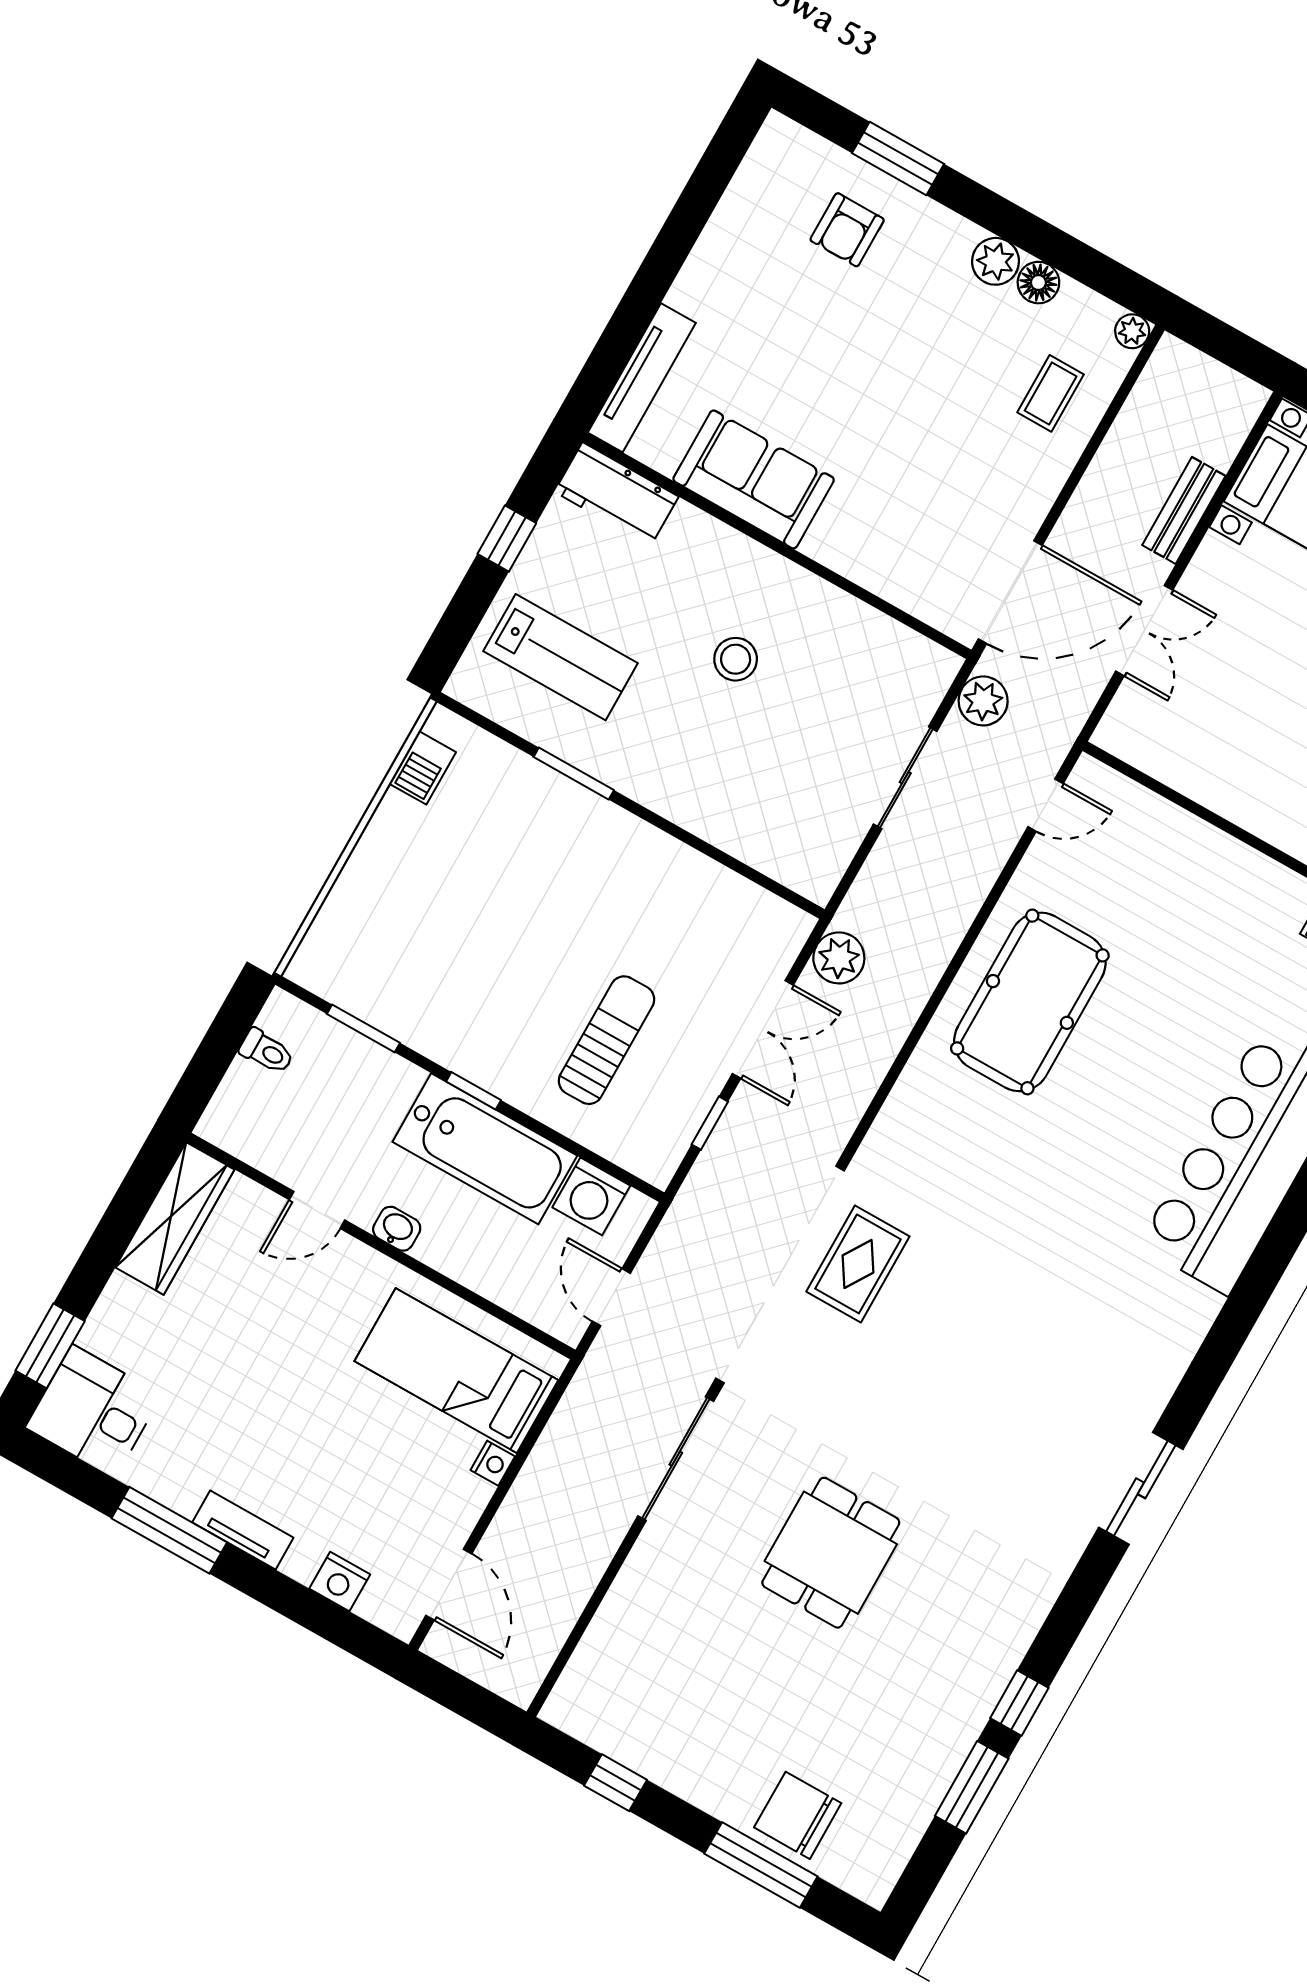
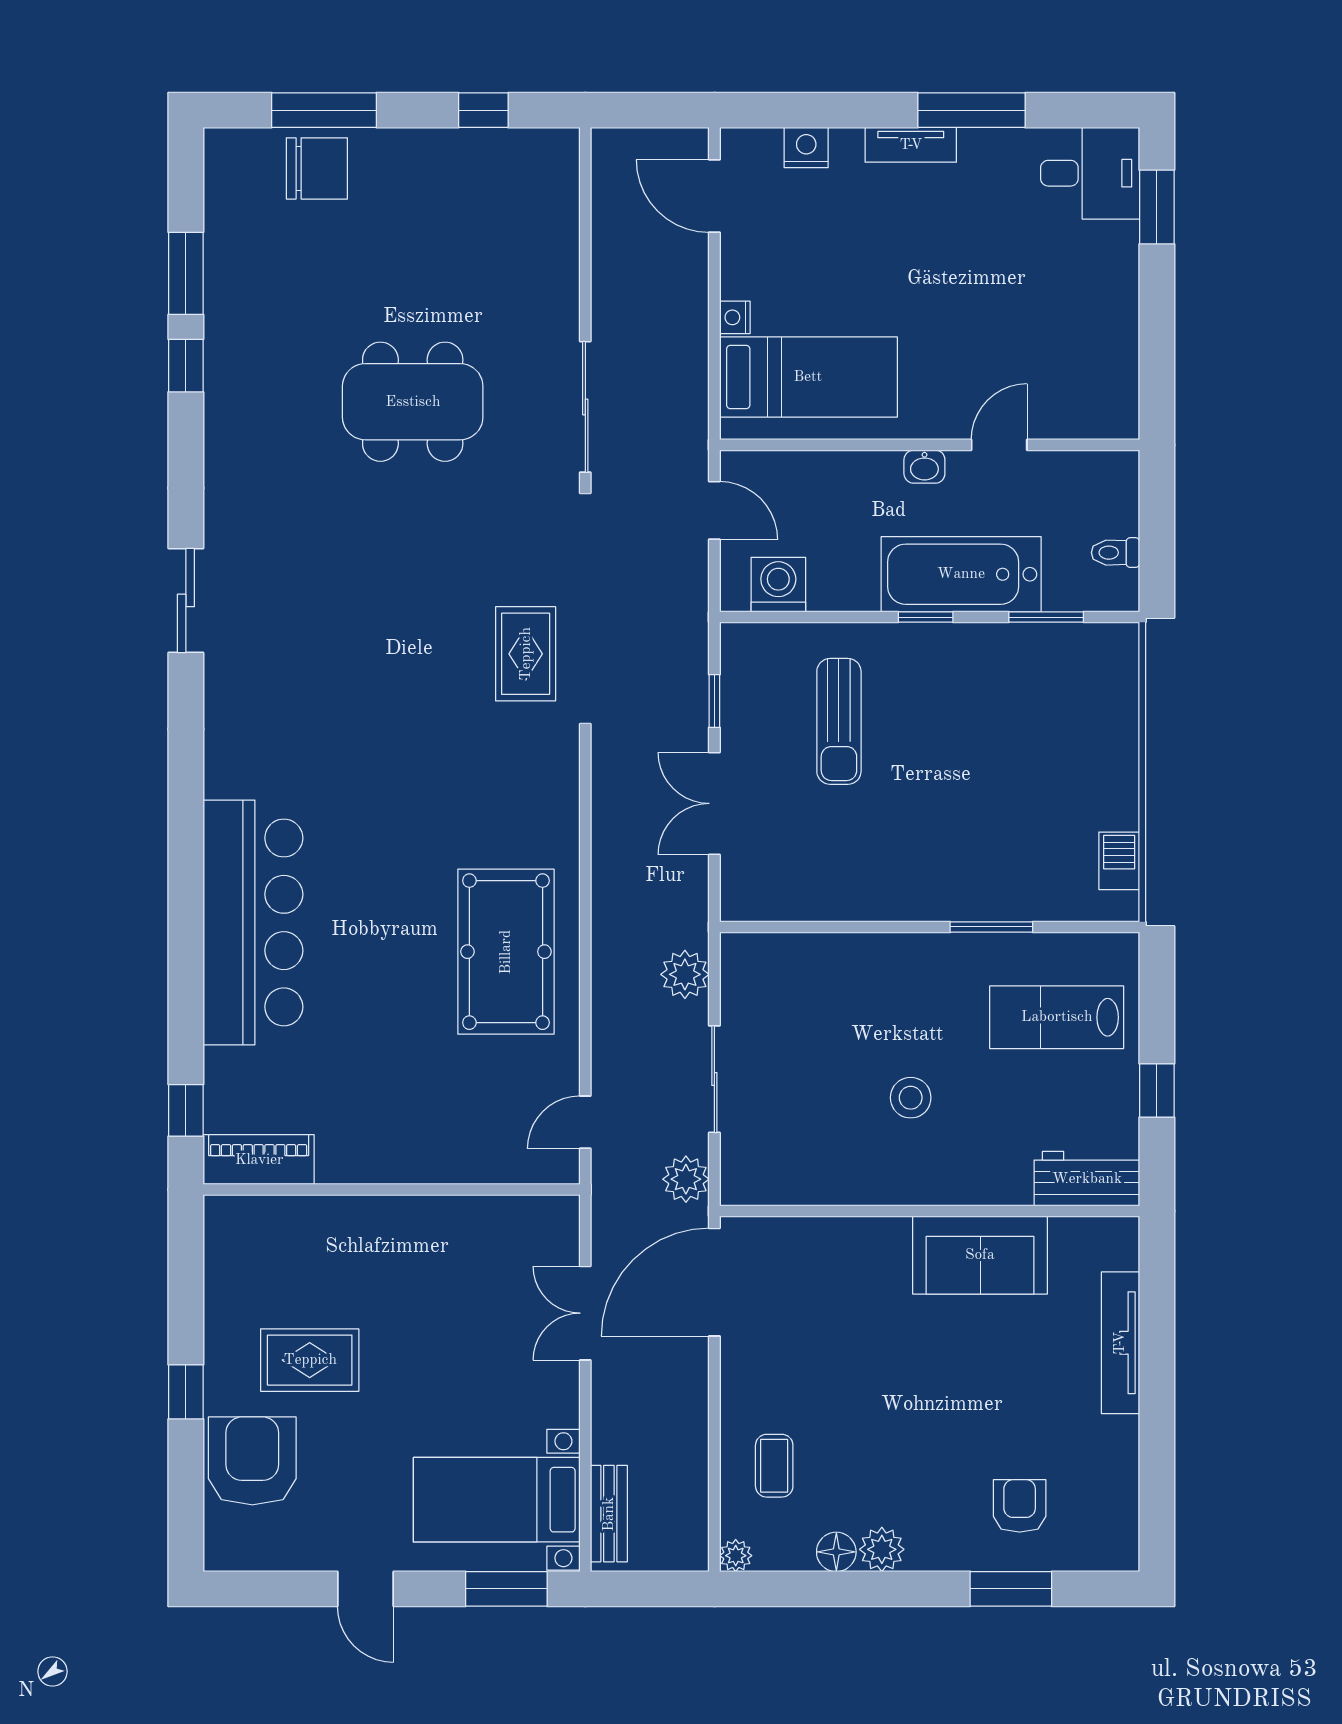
tv unit: (642, 378) -> (1120, 1343), moved
bench: (1184, 510) -> (609, 1514), moved
plant: (839, 958) -> (685, 974), moved
bathtub: (485, 1149) -> (961, 574), moved
wardrobe: (175, 1218) -> (1113, 371), removed
dining table: (831, 1553) -> (413, 402), width x1.38

